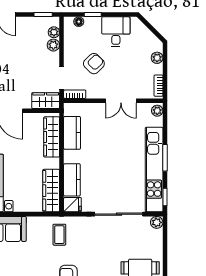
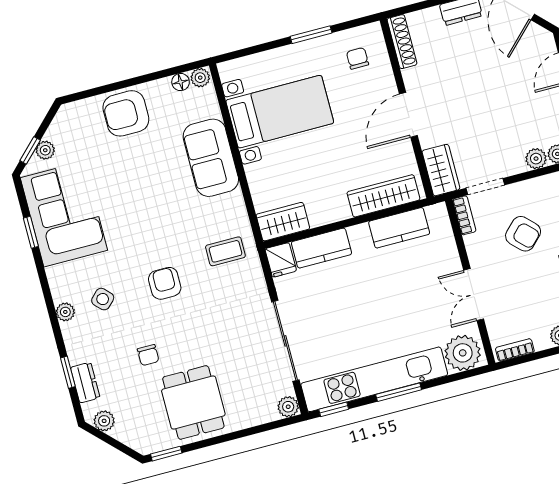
plant: (157, 111) -> (463, 353), width x1.88, depth x1.88
wardrobe: (51, 191) -> (283, 222), width x0.67

